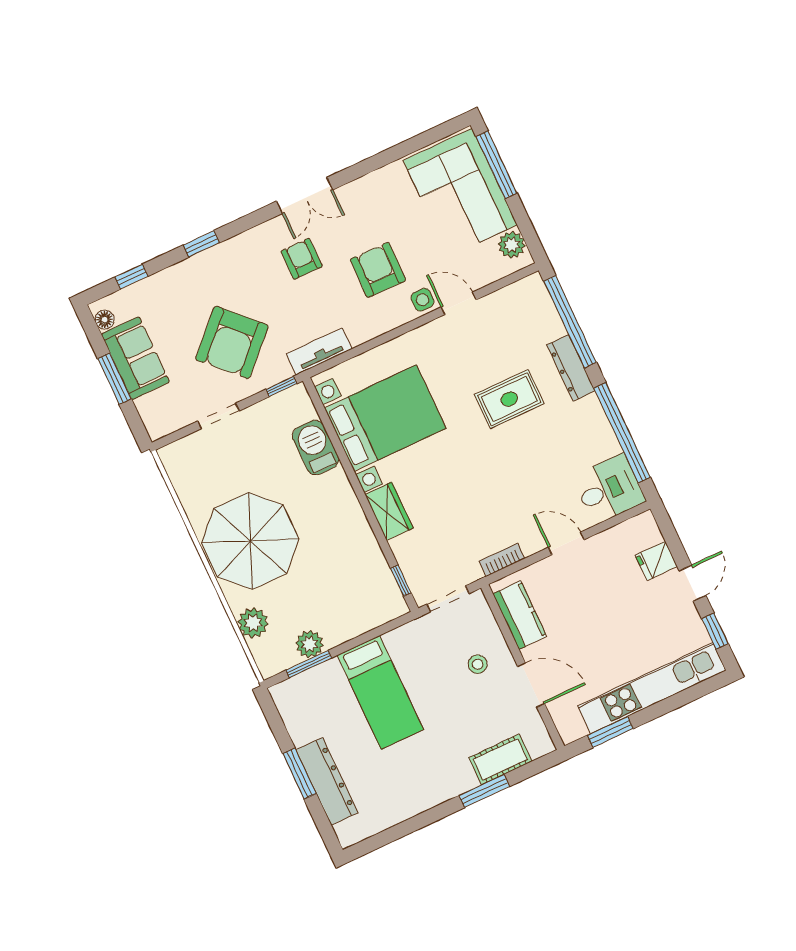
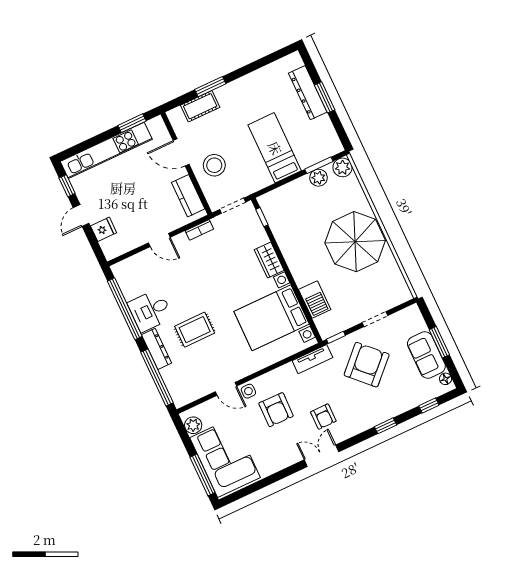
desk: (609, 489) -> (150, 310), moved
plant: (253, 623) -> (342, 167), moved
stool: (478, 664) -> (214, 165), width x1.89, depth x1.89

